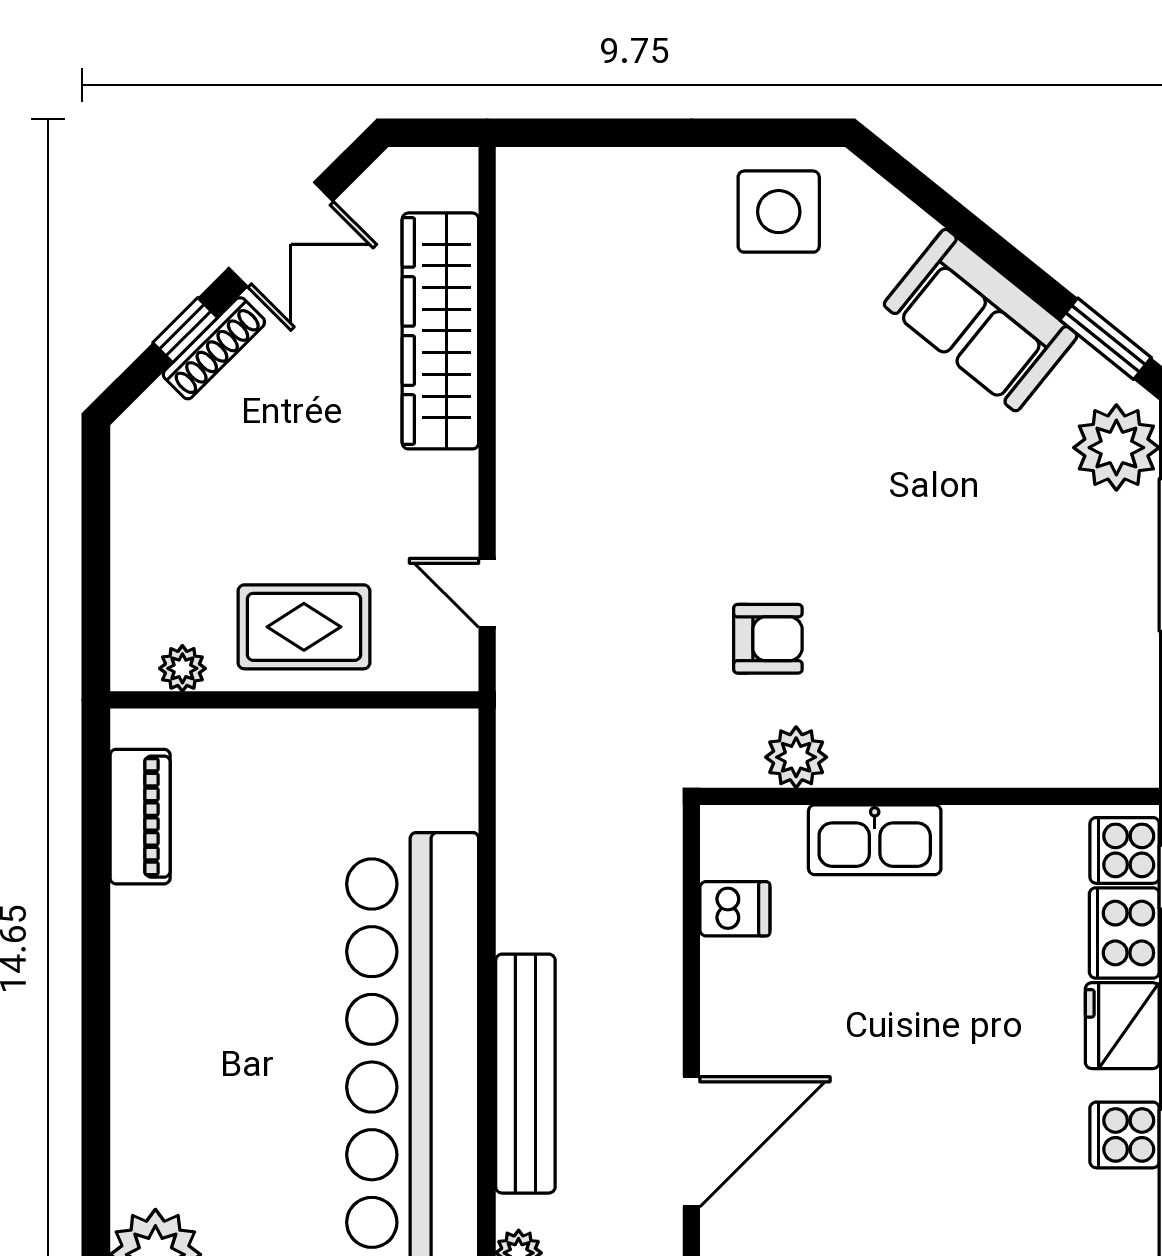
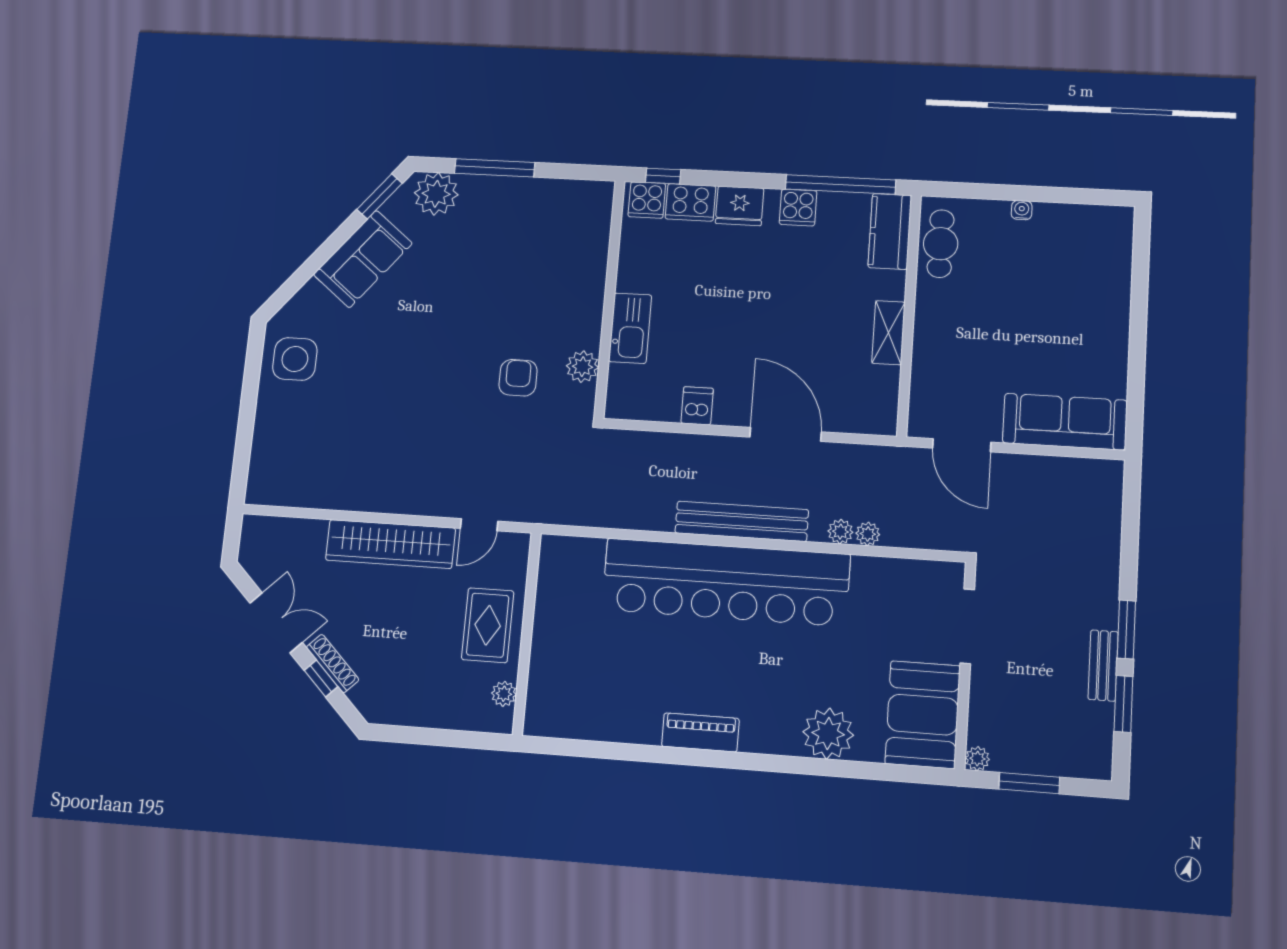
wardrobe: (440, 331) -> (390, 544), moved
piano: (140, 817) -> (700, 732), moved
dishwasher: (735, 909) -> (697, 406), moved

